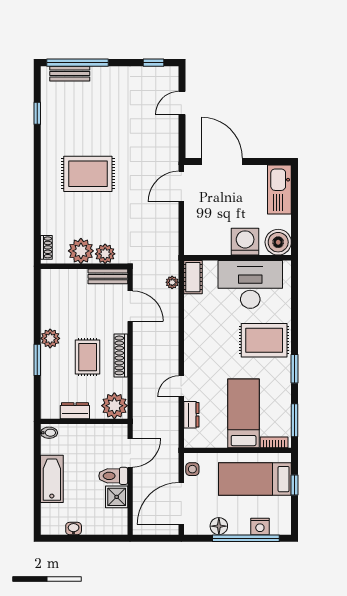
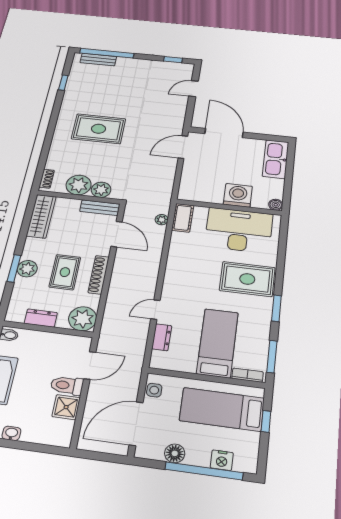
boiler: (278, 242) -> (276, 205), width x0.54, depth x0.54
wardrobe: (51, 295) -> (41, 216), added
plant: (50, 338) -> (27, 269), moved

